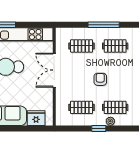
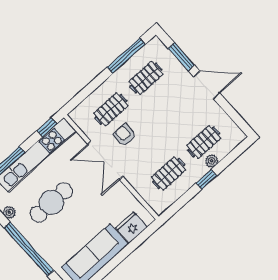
window: (39, 25) -> (47, 127), added
window: (104, 25) -> (126, 56), moved
armchair: (100, 79) -> (125, 135), moved

